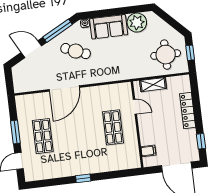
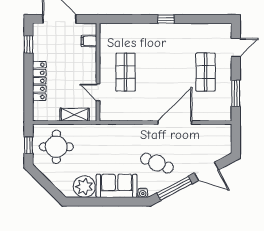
window: (15, 132) -> (236, 93), moved

